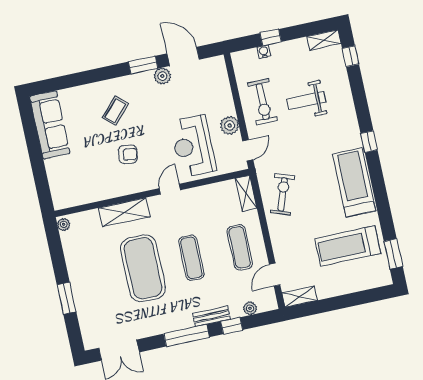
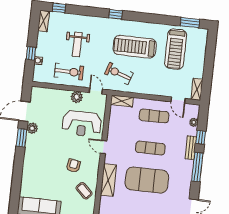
coffee table: (115, 111) -> (84, 191), moved
treadmill: (354, 182) -> (135, 47), moved
exercise bike: (283, 194) -> (119, 73), moved

